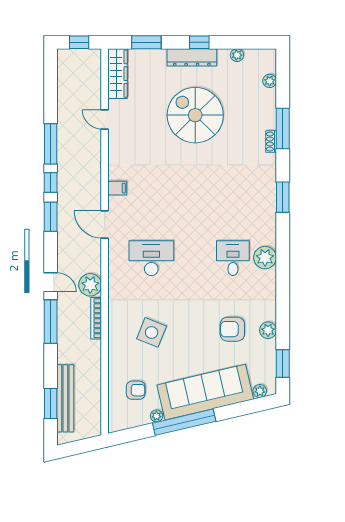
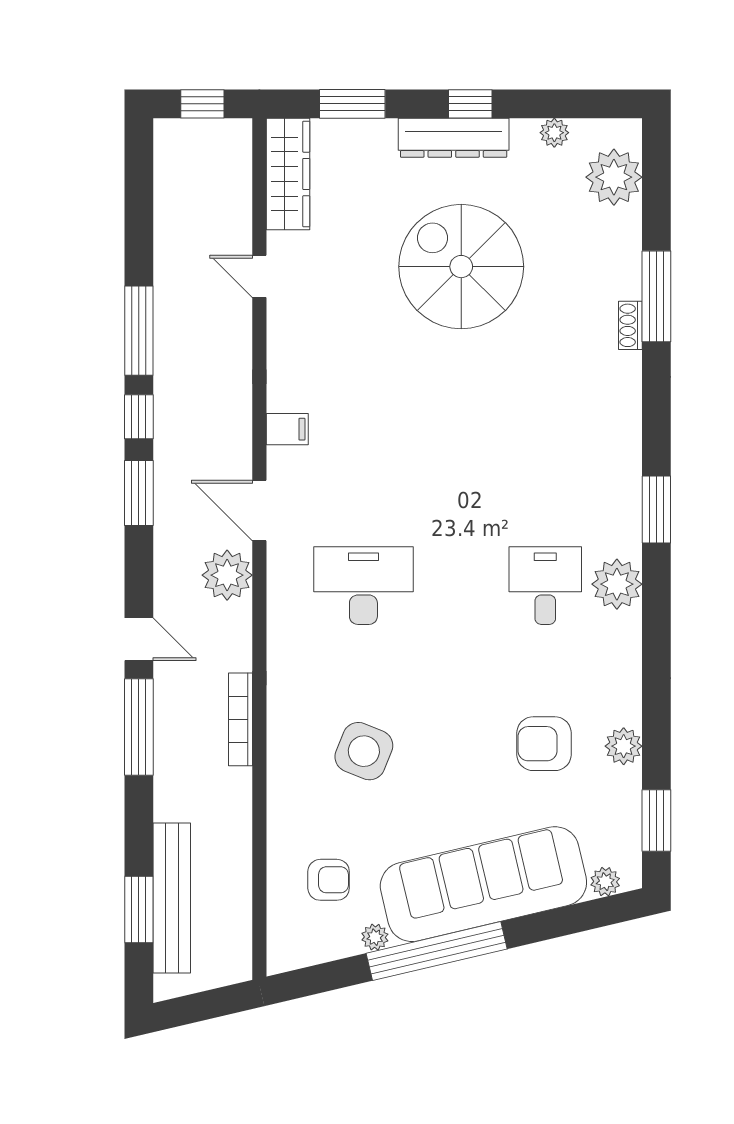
plant: (270, 81) -> (614, 177), width x1.87, depth x1.87
window: (283, 197) -> (656, 510), moved
plant: (90, 285) -> (227, 575), moved

